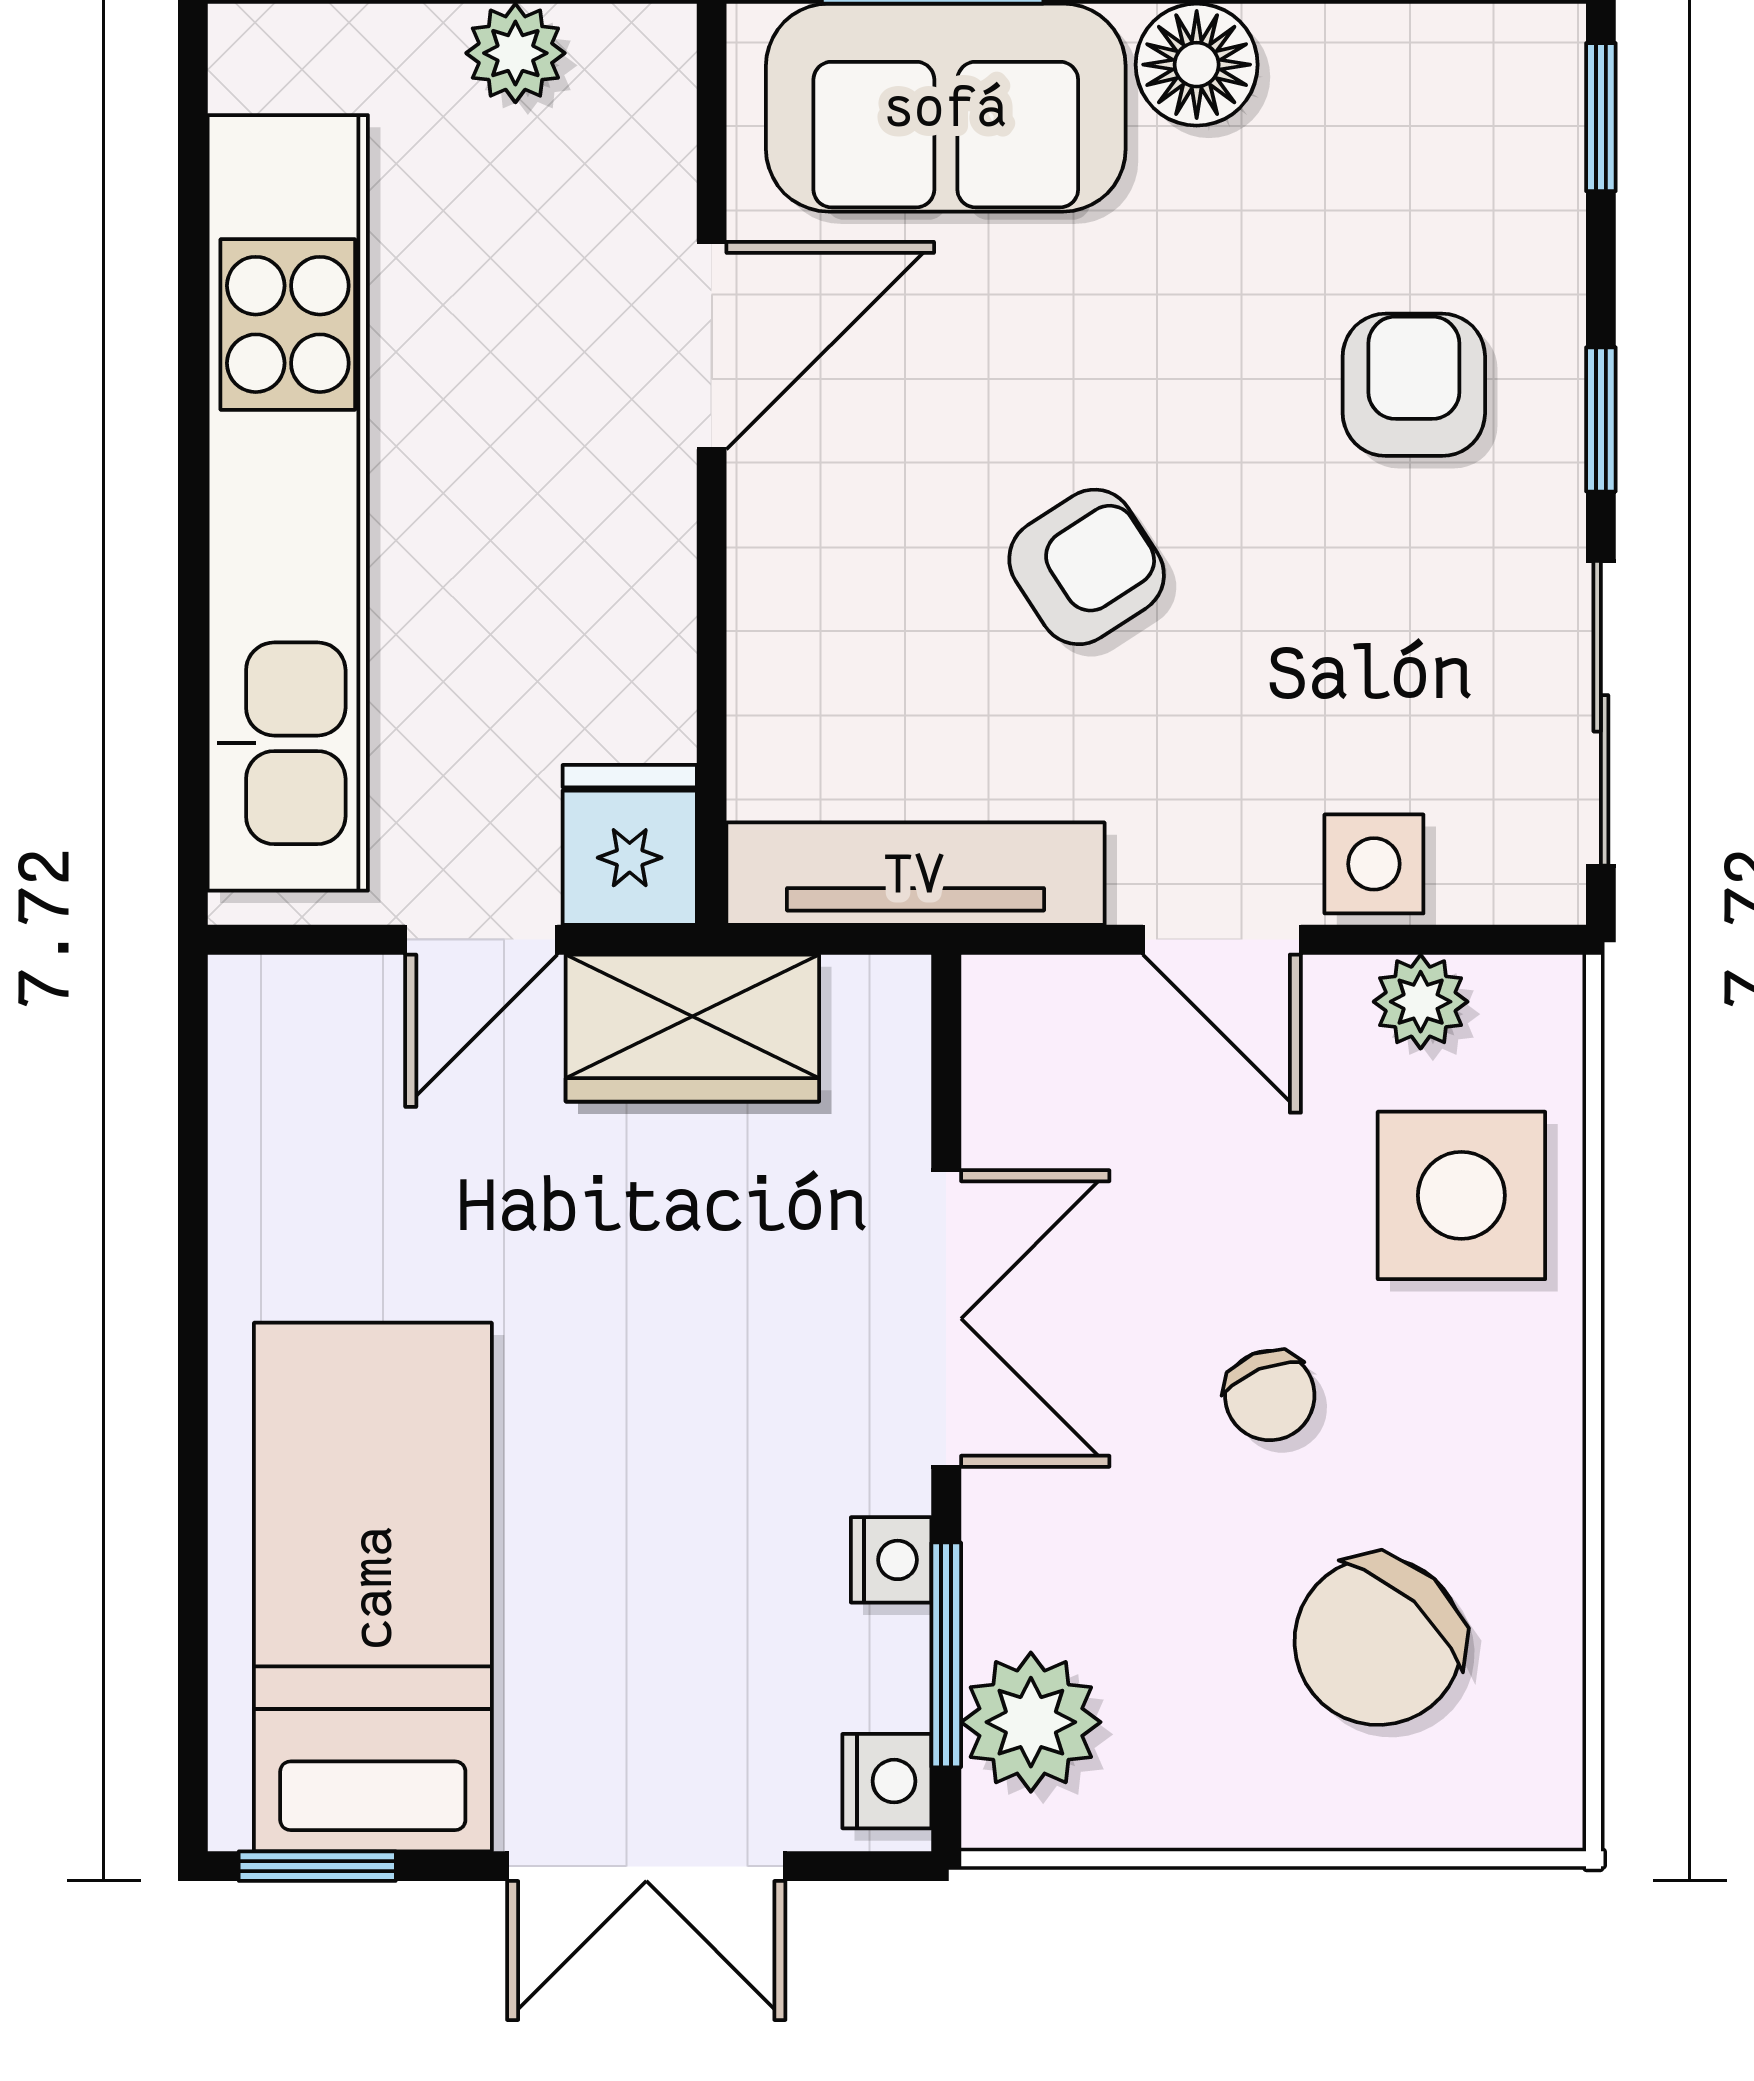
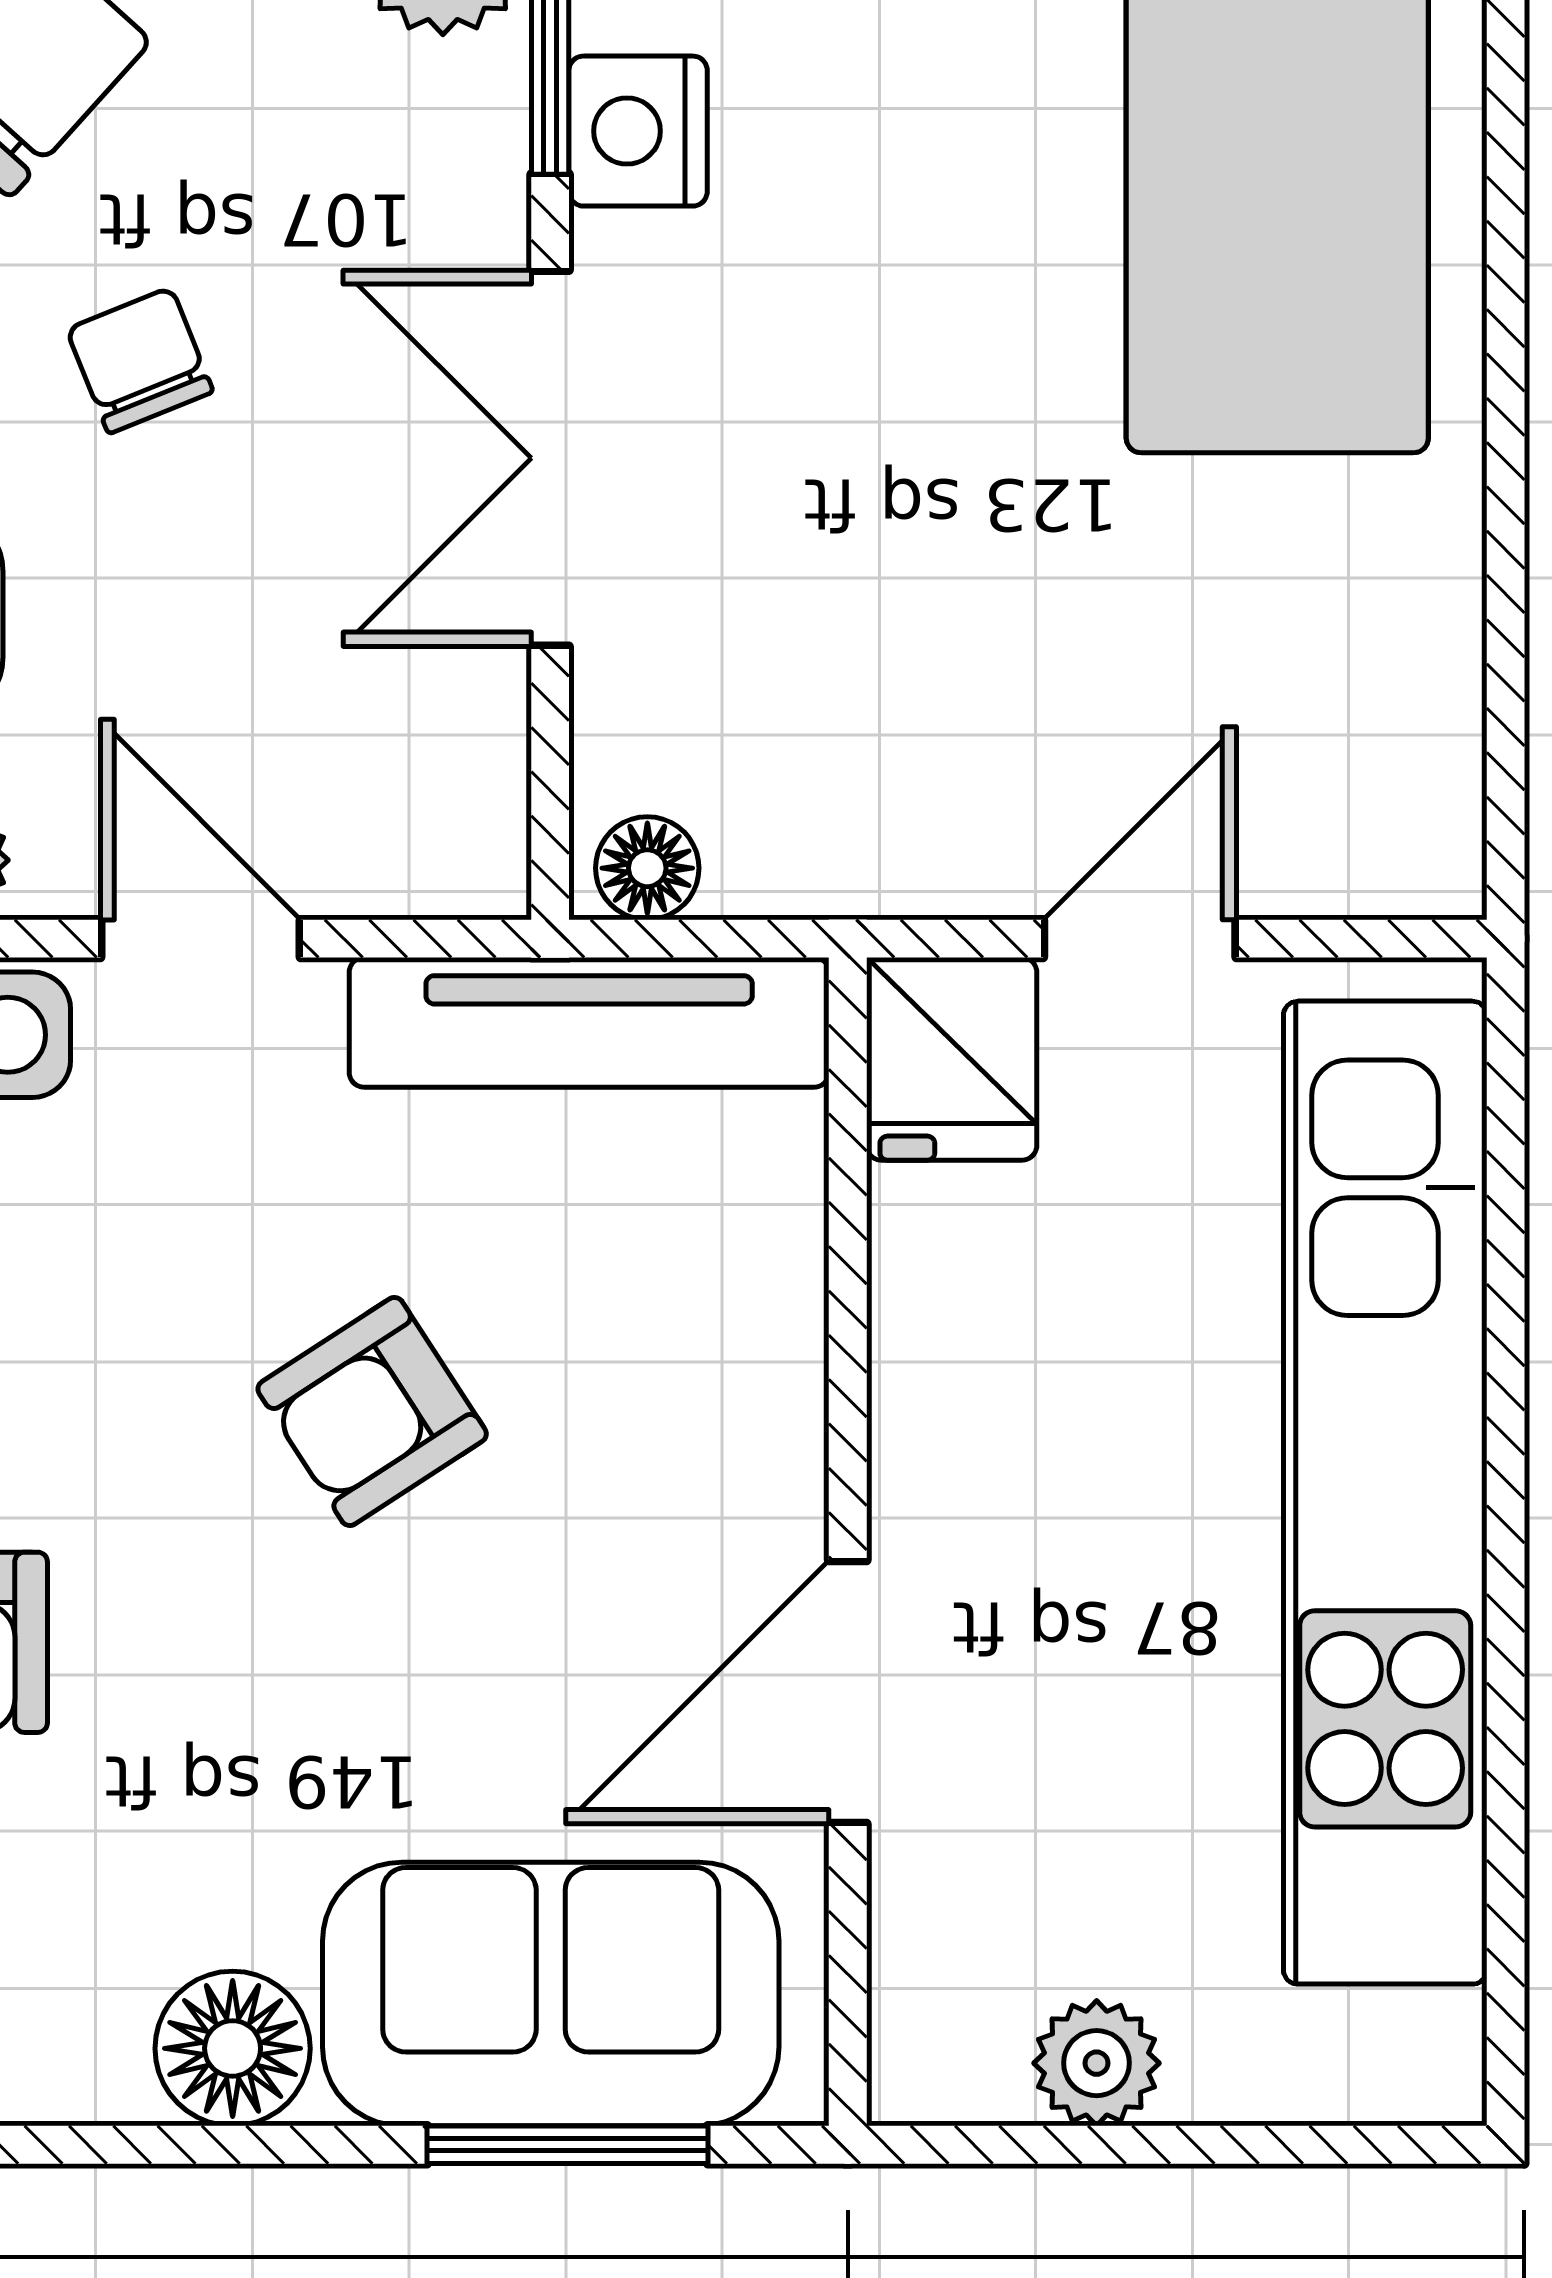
floor lamp: (870, 995) -> (647, 868), added
wardrobe: (692, 1028) -> (872, 827), removed
nightstand: (891, 1560) -> (638, 131), width x1.39, depth x1.35

